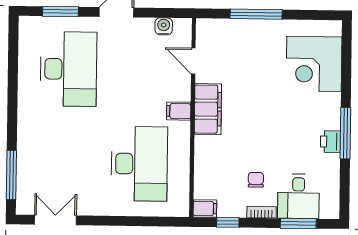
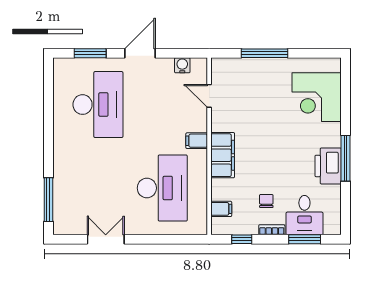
filing cabinet: (208, 109) -> (223, 155), moved
printer: (331, 142) -> (328, 166), width x1.87, depth x1.48
filing cabinet: (205, 208) -> (221, 209), moved
double door: (55, 220) -> (106, 239), moved

